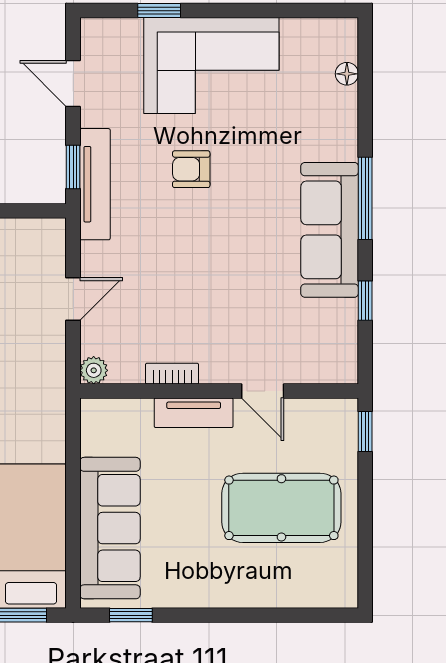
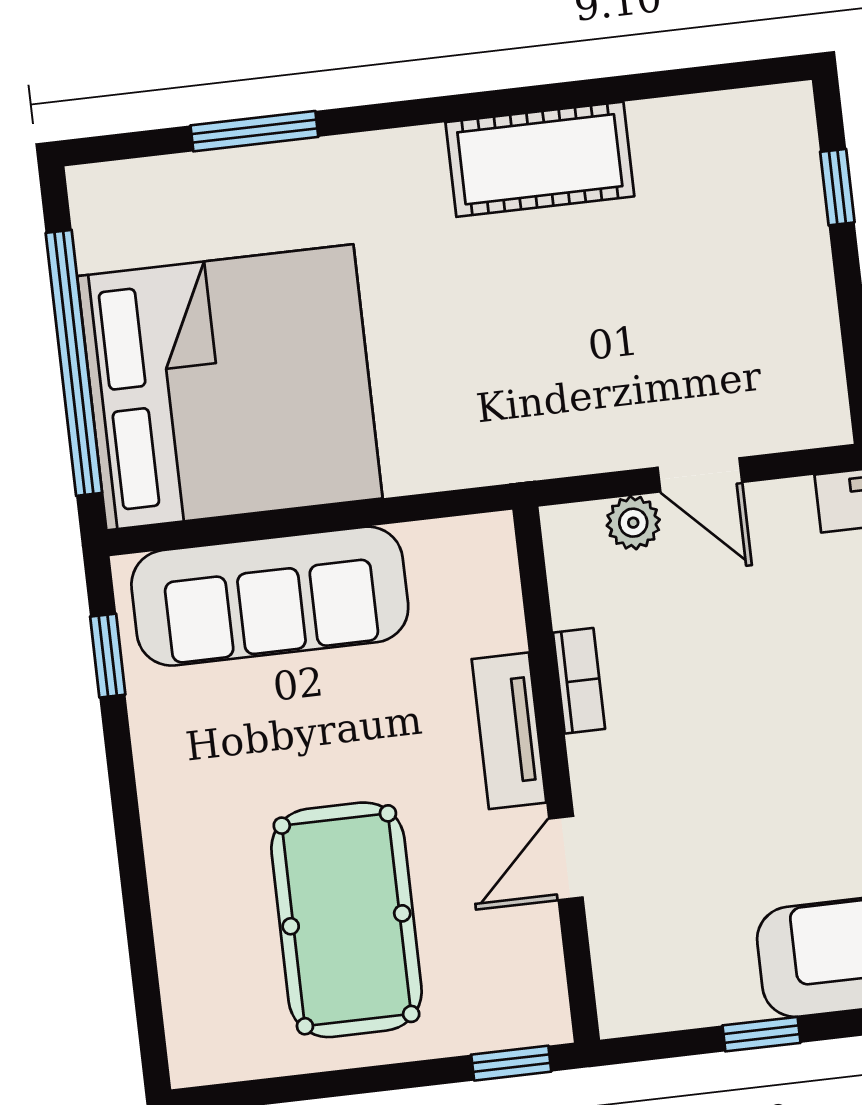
plant: (94, 370) -> (633, 523), moved

